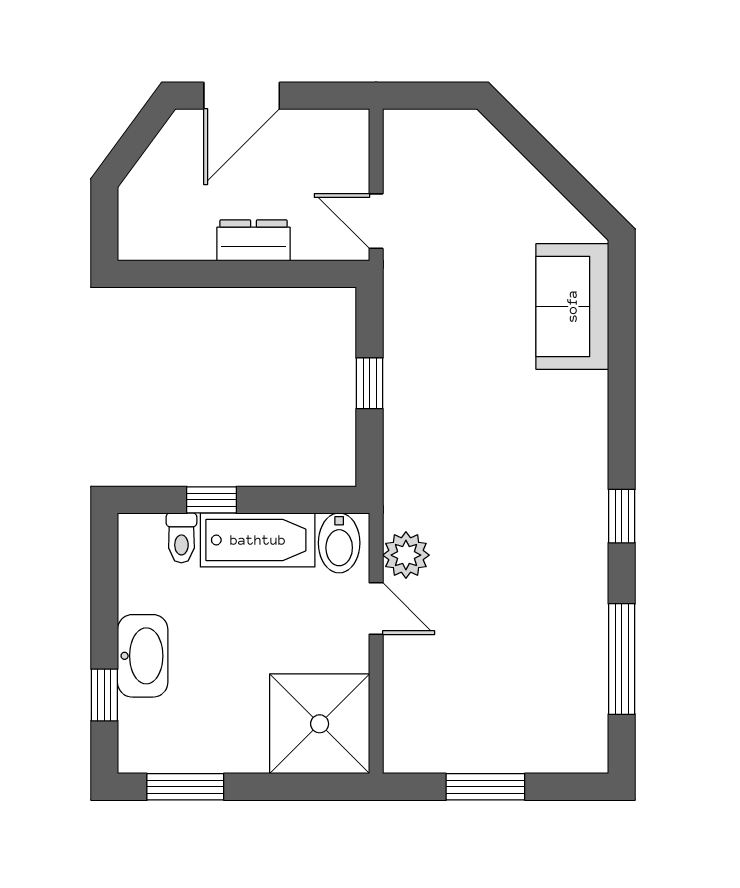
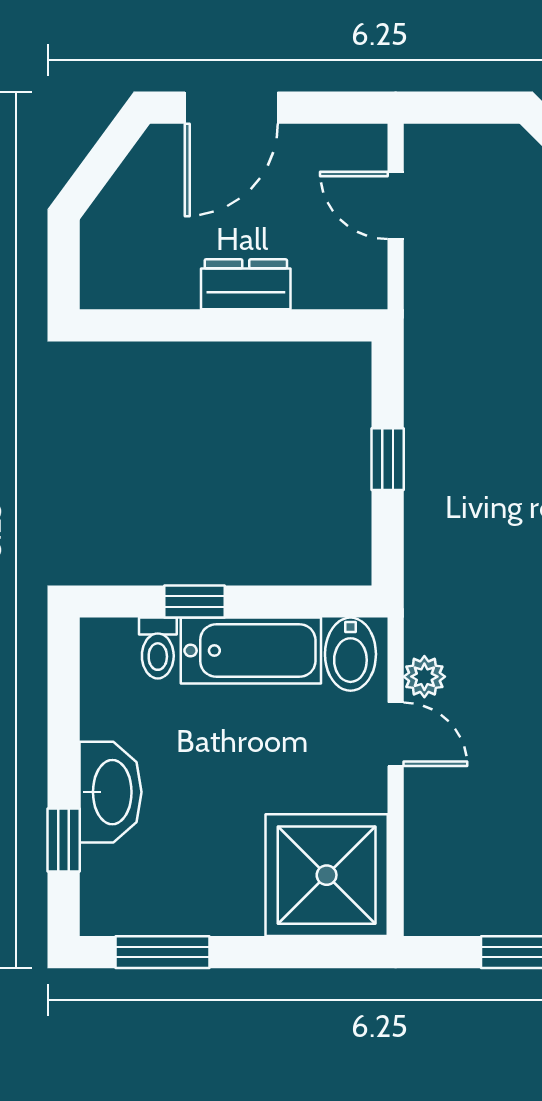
door: (376, 221) -> (396, 205), moved
plant: (406, 555) -> (424, 677), width x0.73, depth x0.73

